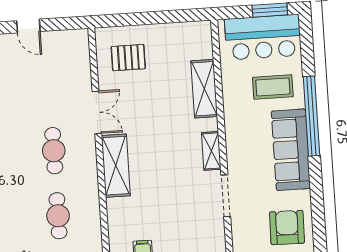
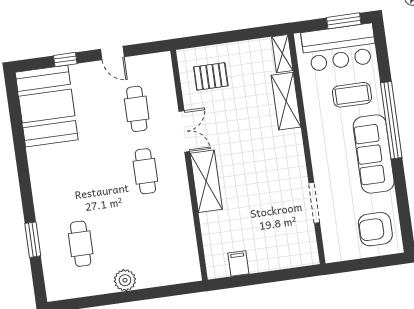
shelving: (211, 151) -> (282, 54), moved
cafe table: (58, 216) -> (137, 109), moved
armchair: (287, 227) -> (375, 229), turned -91

